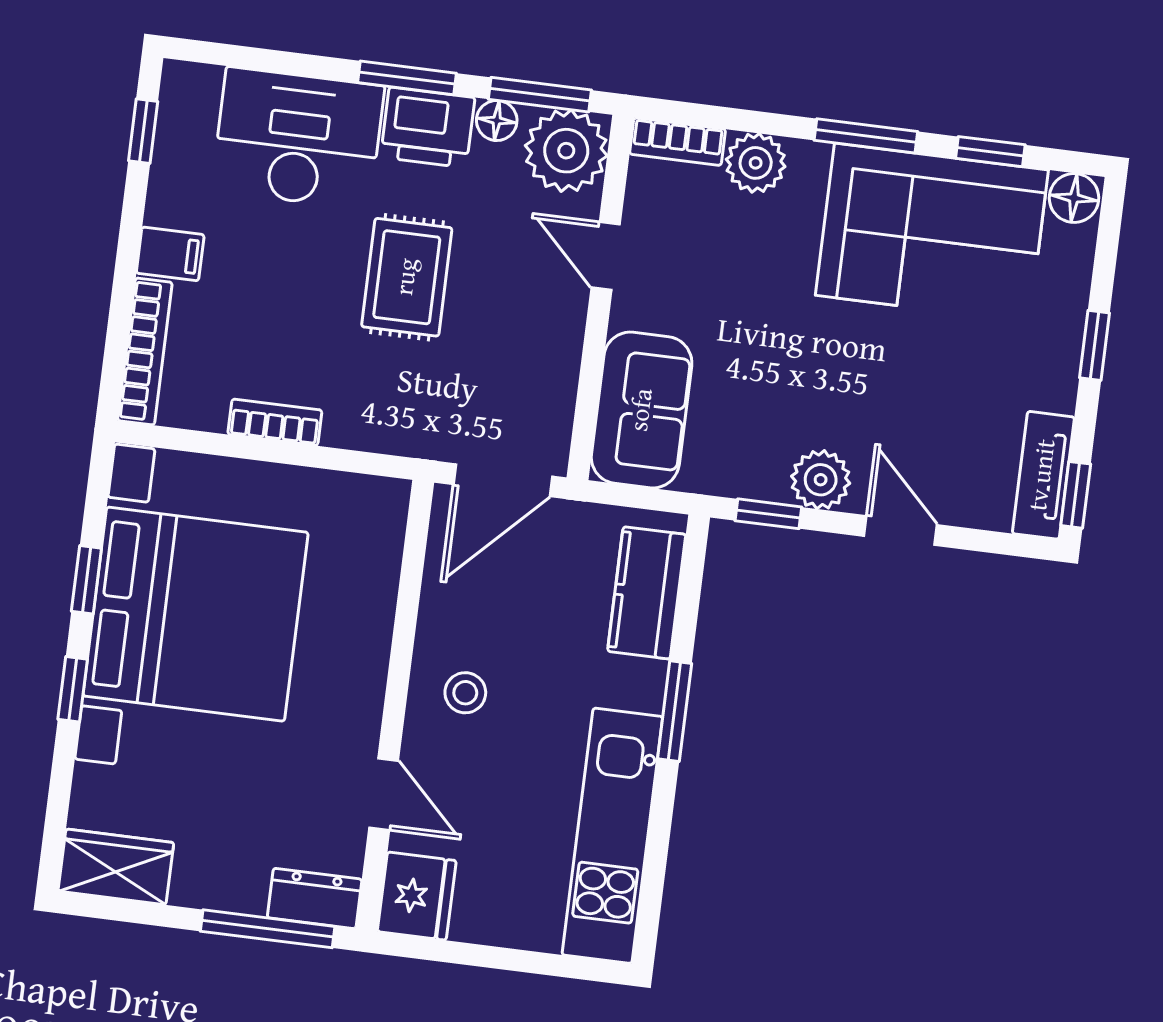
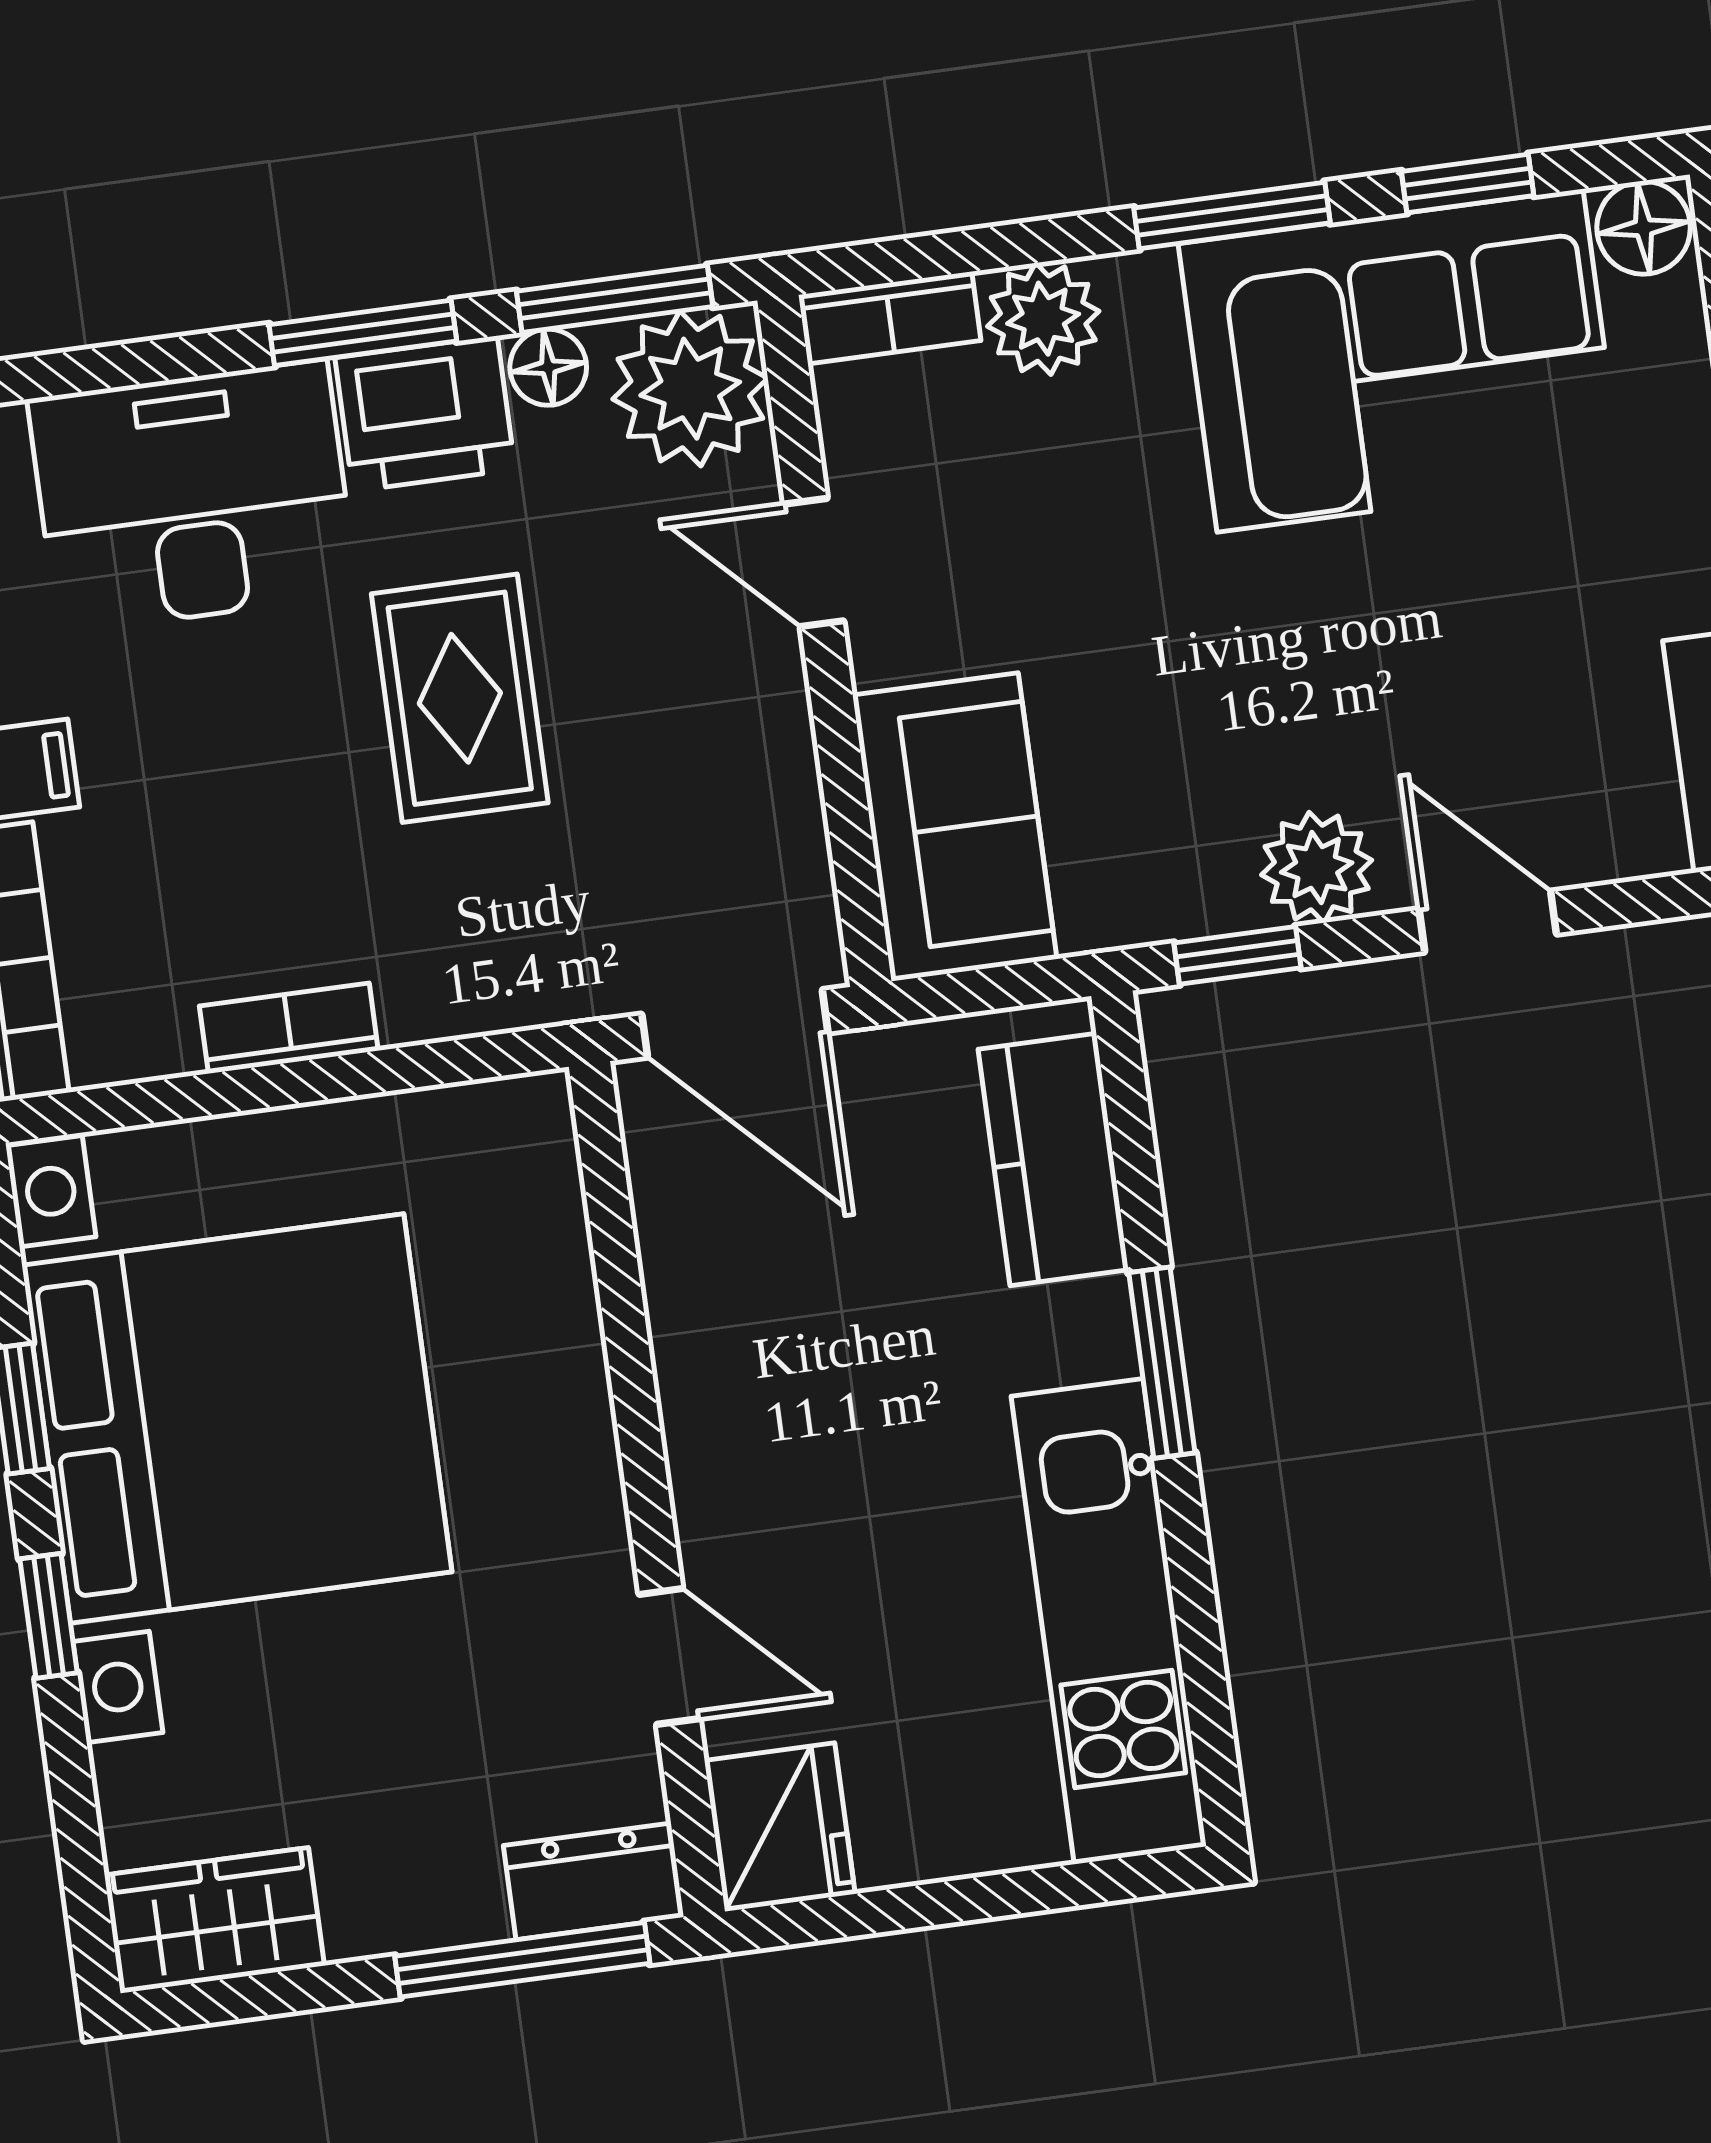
door: (503, 480) -> (735, 1023), hinge flipped
stool: (465, 693) -> (770, 1431), removed

